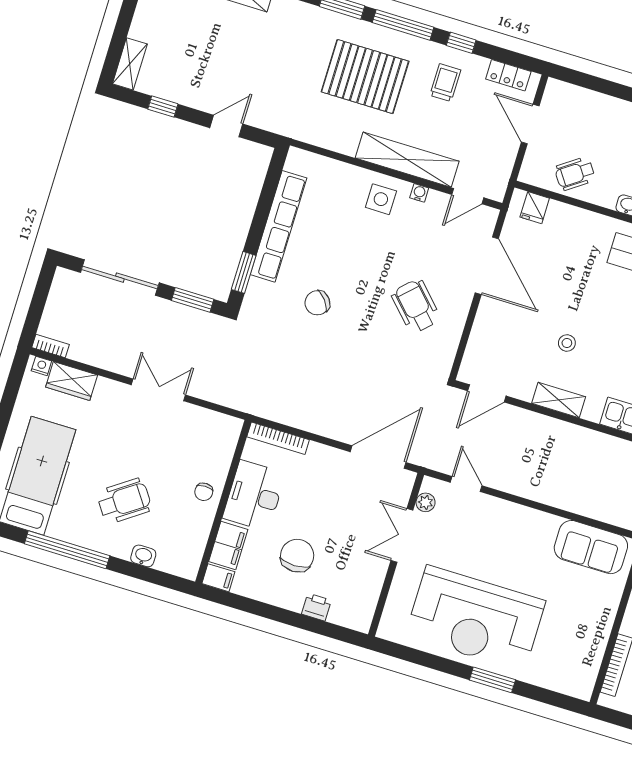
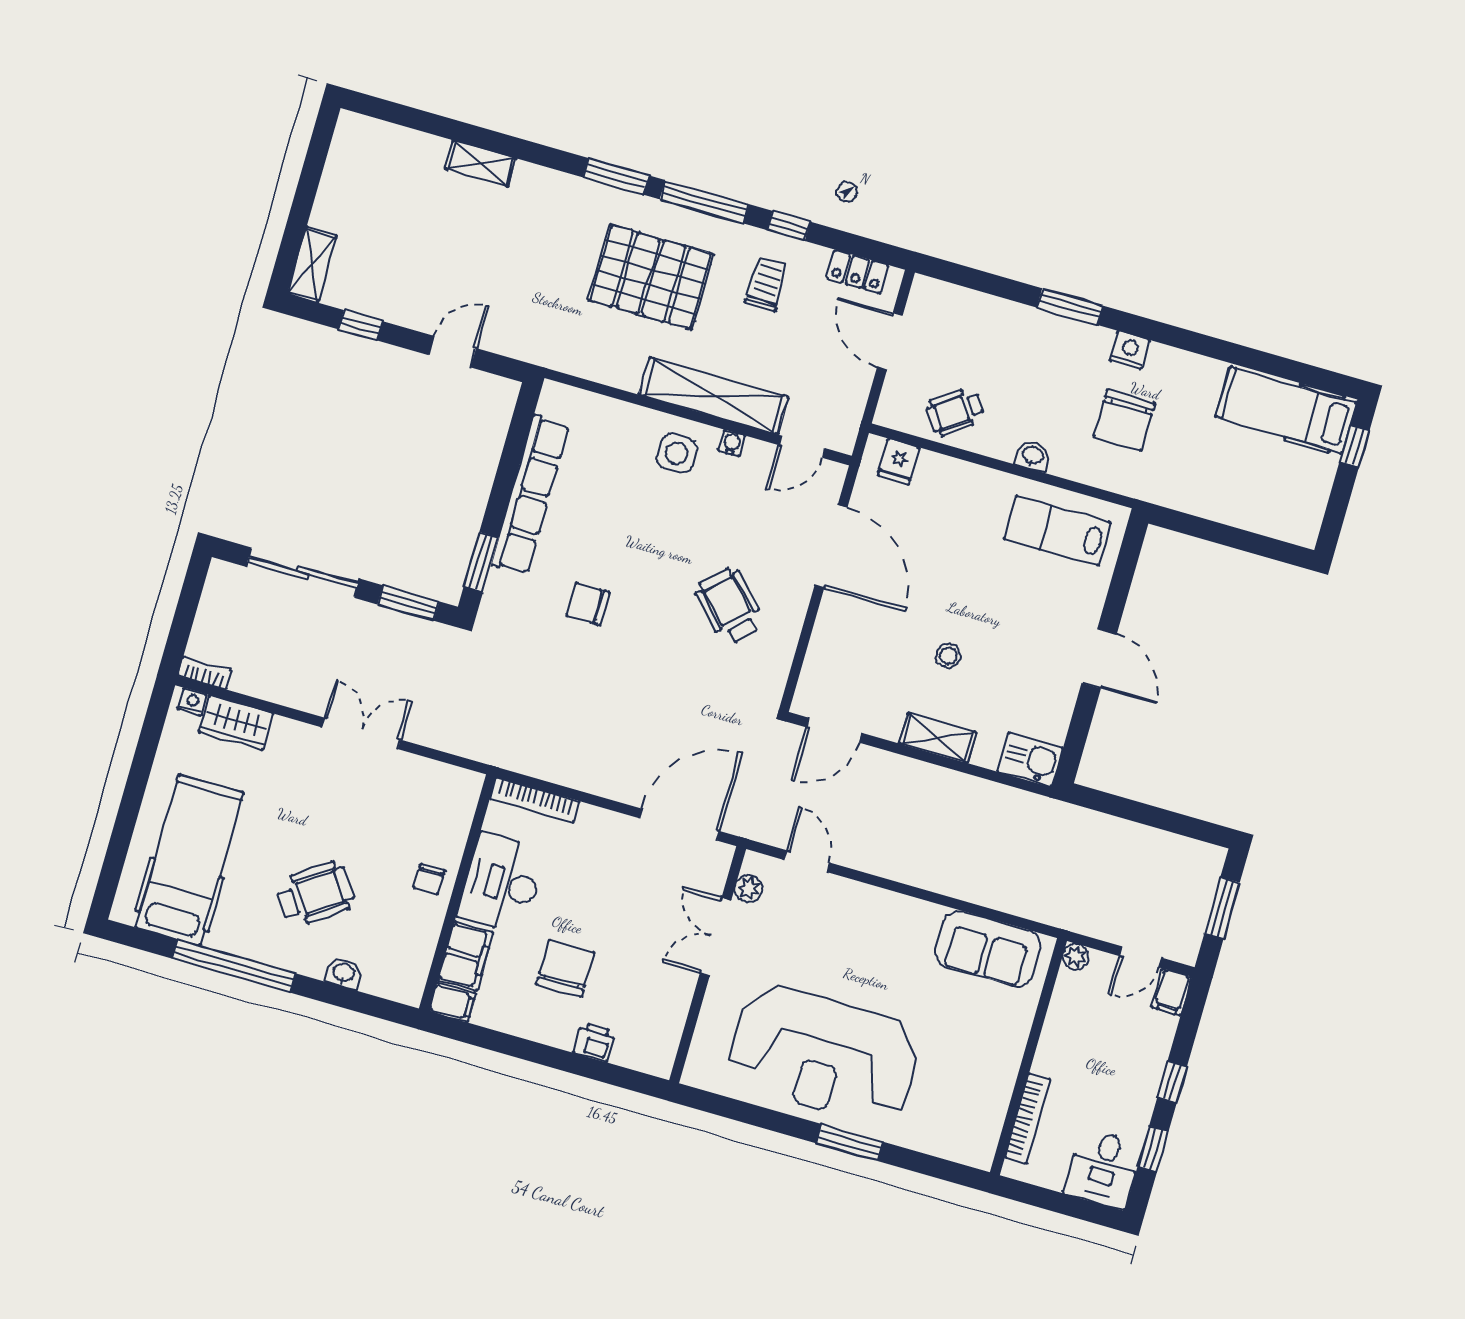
chair: (317, 303) -> (588, 604), turned 39

